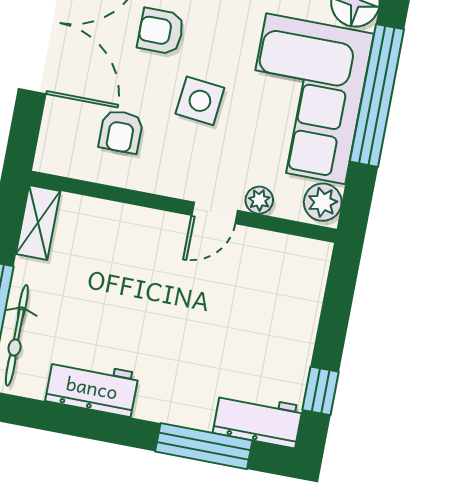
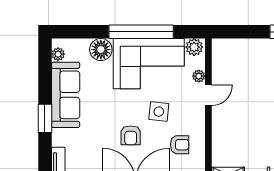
door: (215, 213) -> (208, 95), hinge flipped

